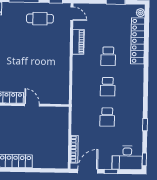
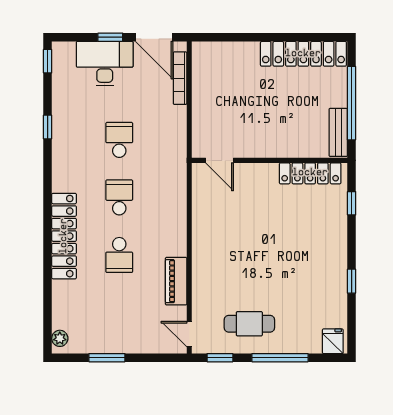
locker: (138, 41) -> (64, 236), moved
school desk: (108, 56) -> (119, 255), turned 180
door: (32, 105) -> (220, 160), moved
desk: (127, 158) -> (105, 64), moved
door: (88, 171) -> (154, 37), hinge flipped

